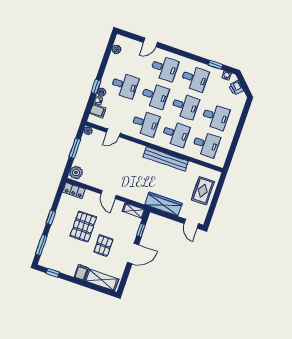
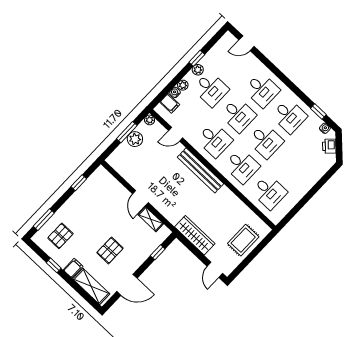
door: (150, 42) -> (246, 43), moved
plant: (116, 49) -> (198, 70), moved
window: (96, 87) -> (197, 58), moved
desk: (215, 117) -> (293, 167), removed
bench: (166, 159) -> (200, 170), moved
plant: (76, 173) -> (135, 139), moved
locker: (74, 190) -> (105, 177), removed
shelving: (134, 211) -> (151, 219), moved
window: (51, 217) -> (79, 183), moved
pallet: (83, 226) -> (60, 236), moved, width x0.67, depth x0.71
door: (133, 254) -> (127, 285), moved
window: (53, 273) -> (54, 265), moved

